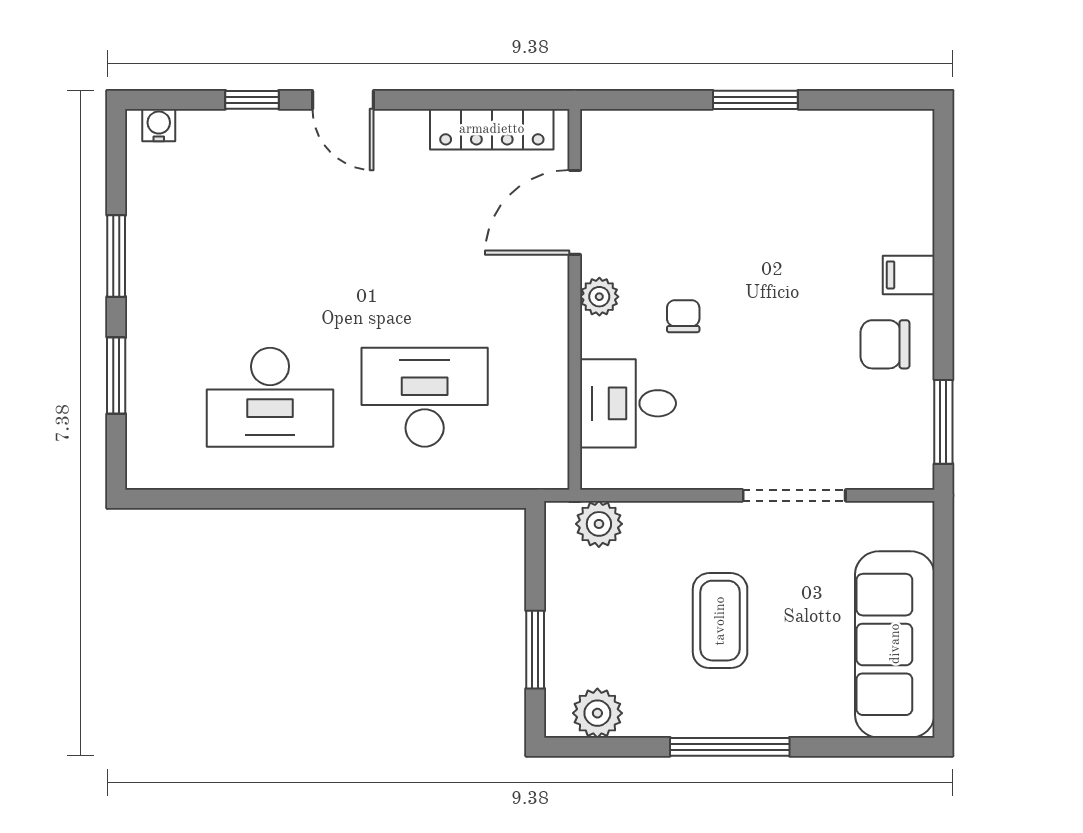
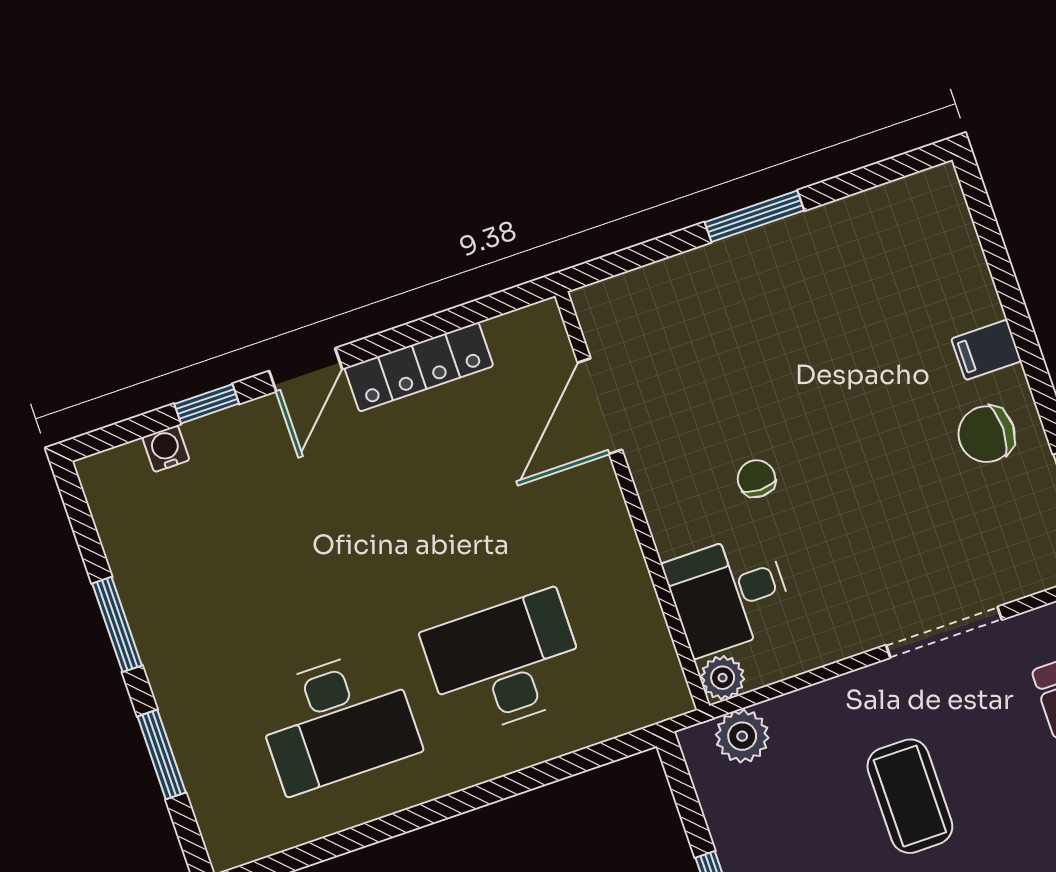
door: (343, 100) -> (306, 370), hinge flipped
water cooler: (159, 125) -> (166, 449), moved
locker: (492, 129) -> (419, 367), moved
plant: (599, 297) -> (723, 678), moved

